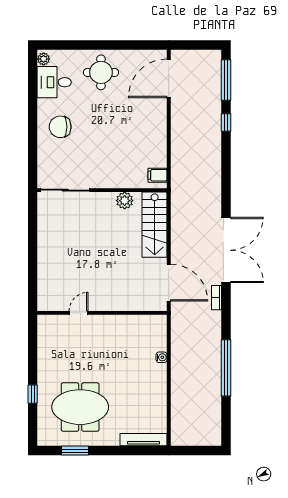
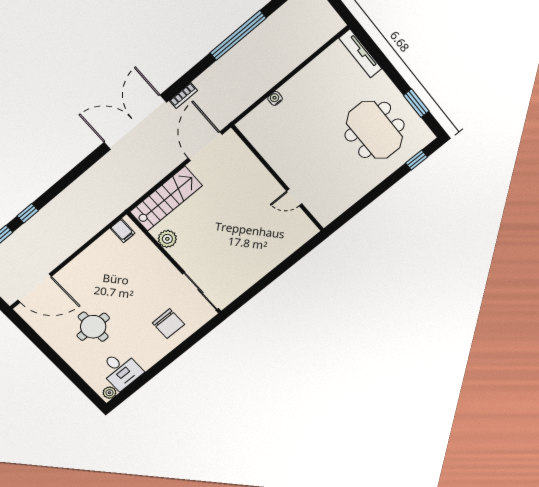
round table: (101, 72) -> (93, 327), moved
chair: (60, 127) -> (168, 324), moved
window: (33, 394) -> (416, 160), moved

